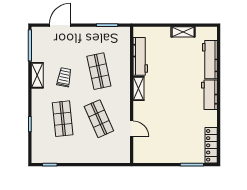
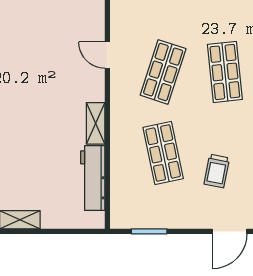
trolley: (64, 77) -> (217, 171), moved
shop shelf: (99, 119) -> (163, 72), turned 42

